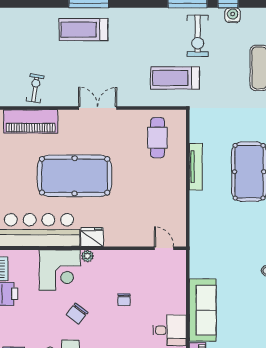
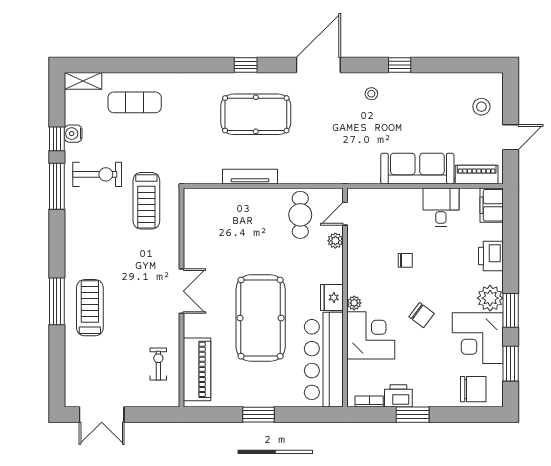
treadmill: (83, 30) -> (90, 308), turned 180
exercise bike: (35, 88) -> (158, 364), turned 82
double door: (98, 108) -> (181, 291), swing flipped
cafe table: (157, 138) -> (300, 215), moved, turned 90
plant: (141, 240) -> (335, 241), added

